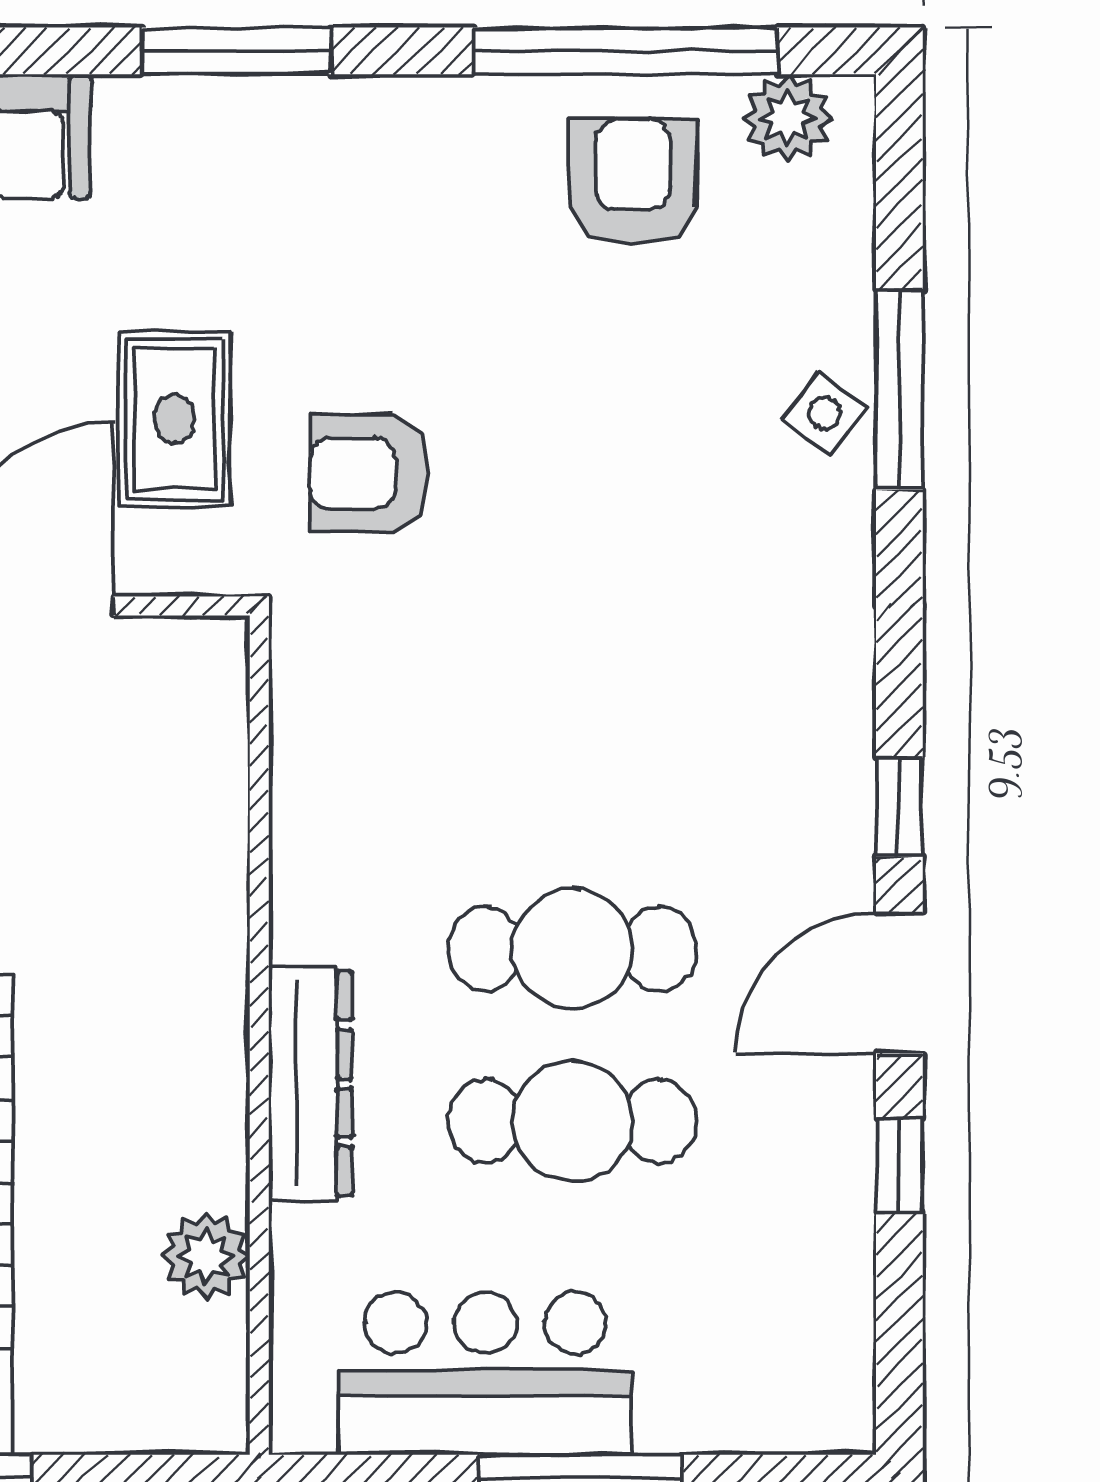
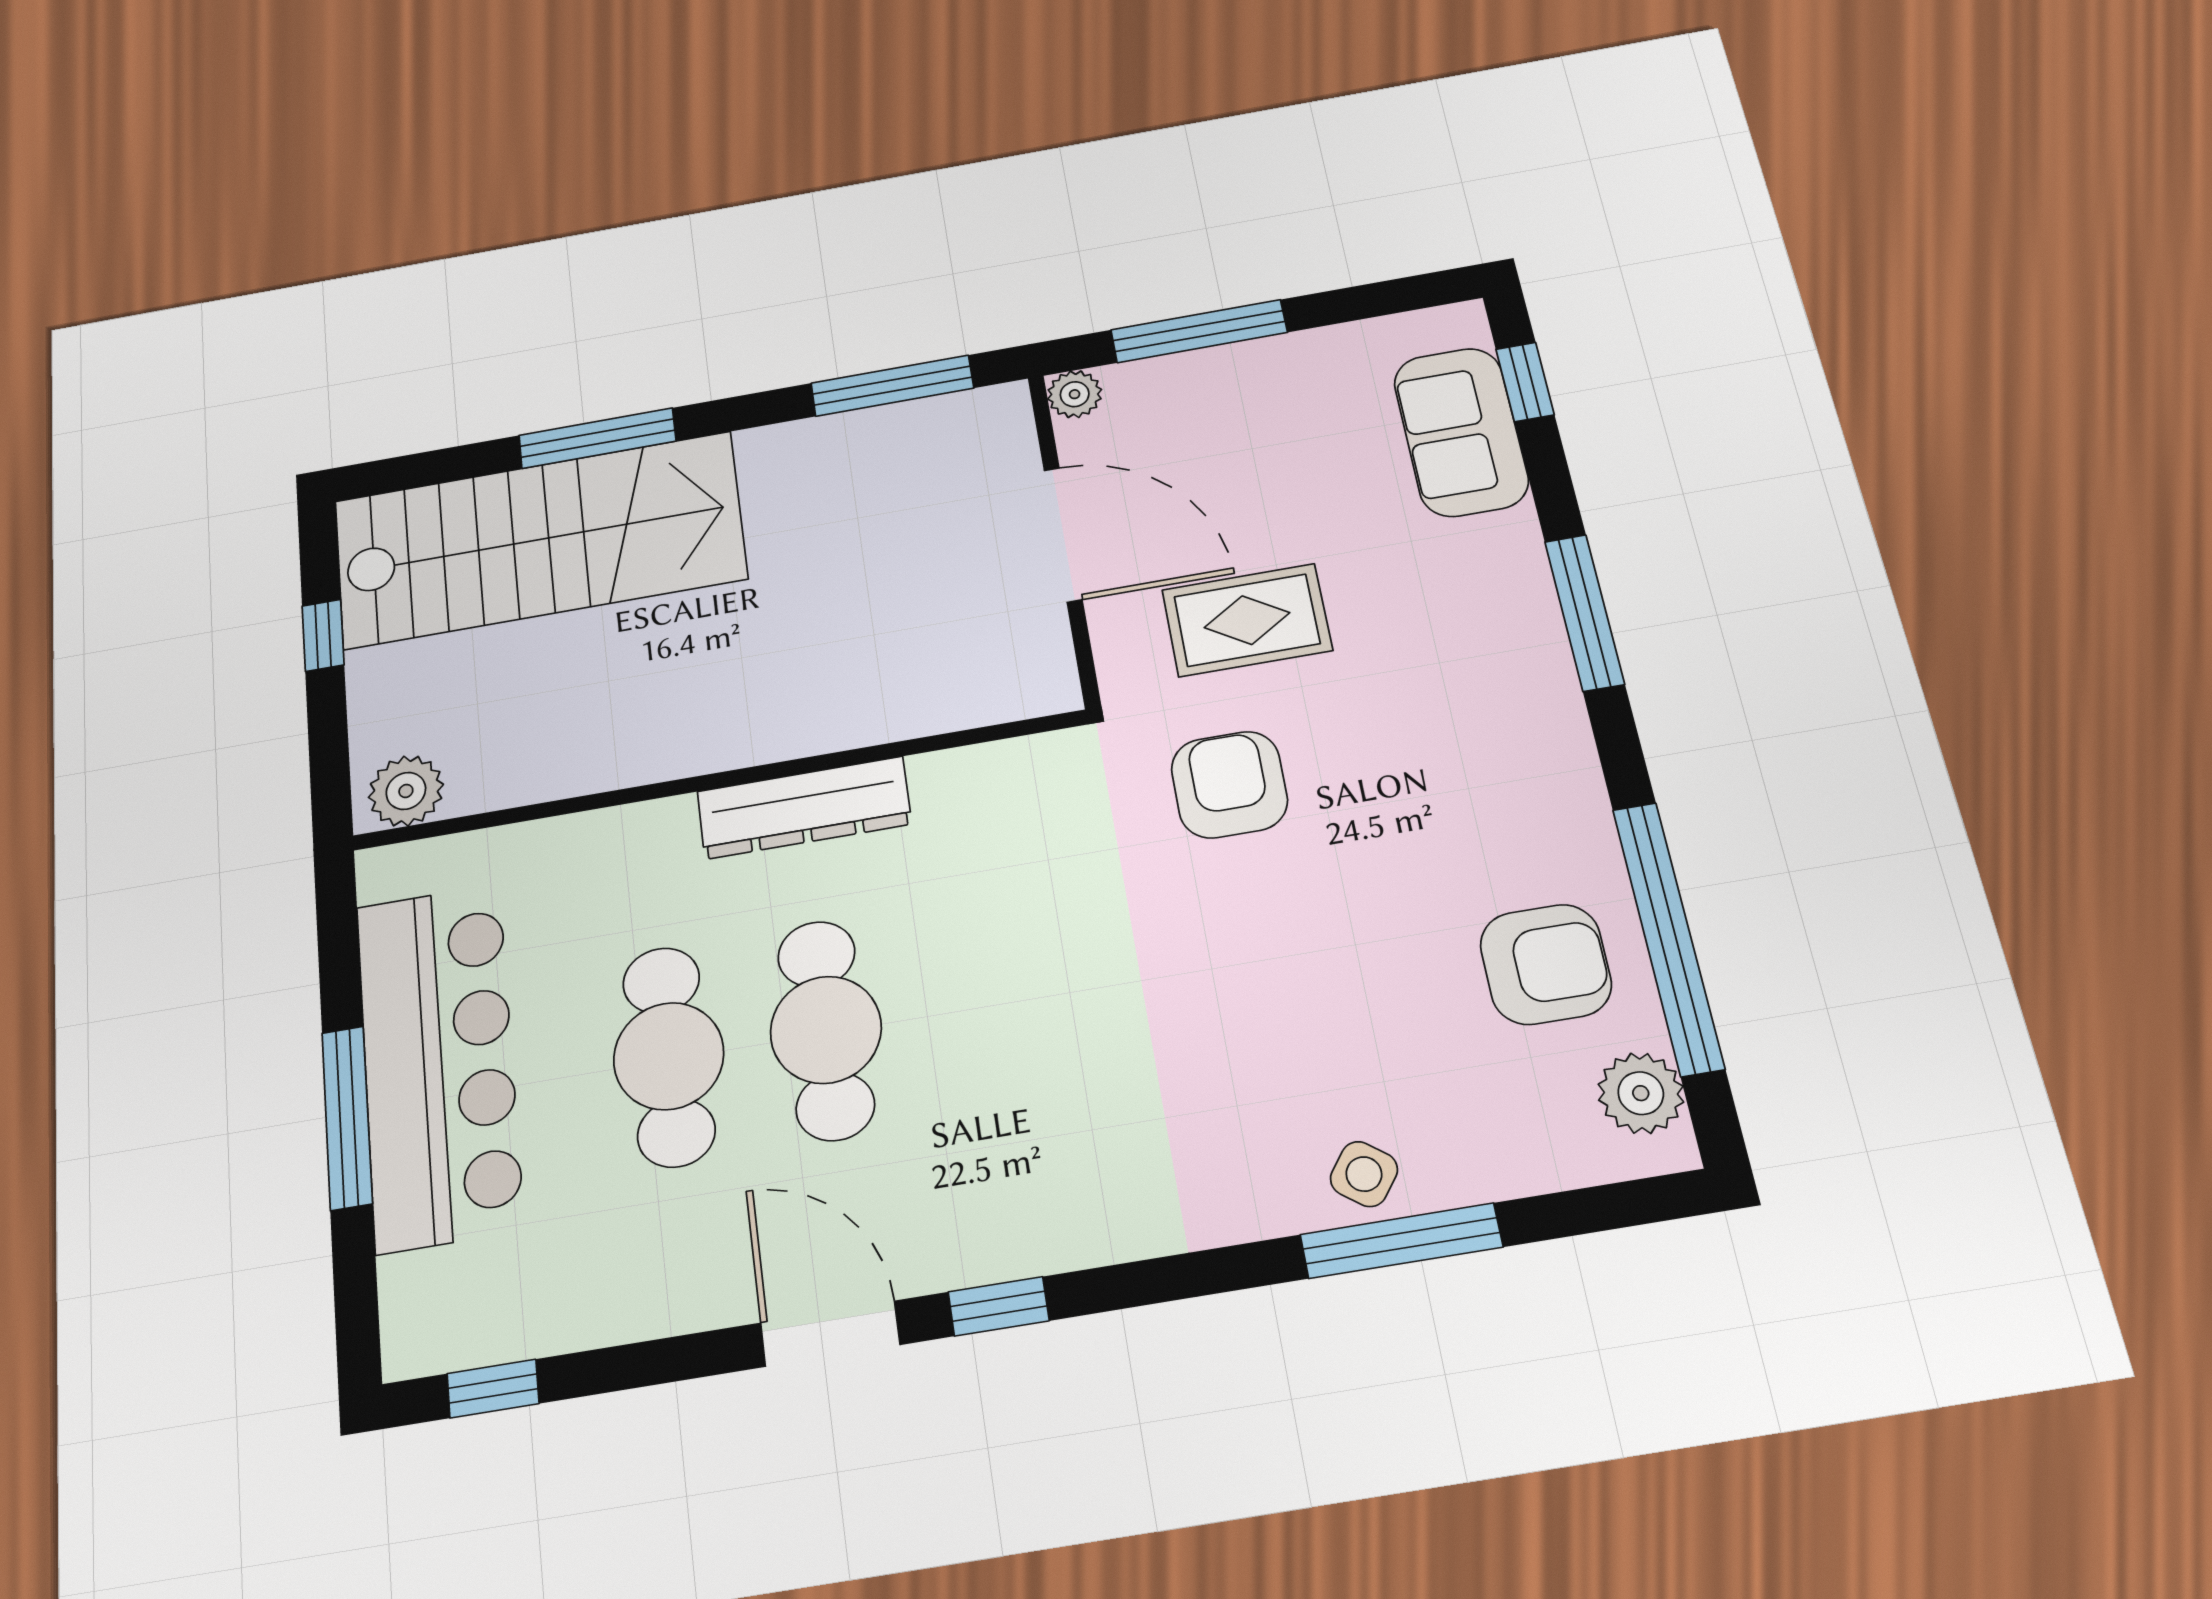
dresser: (310, 1083) -> (804, 808), moved
window: (899, 1165) -> (493, 1389), moved
plant: (206, 1256) -> (406, 791), moved
bar counter: (485, 1373) -> (439, 1065), width x1.36

